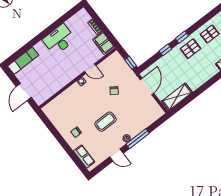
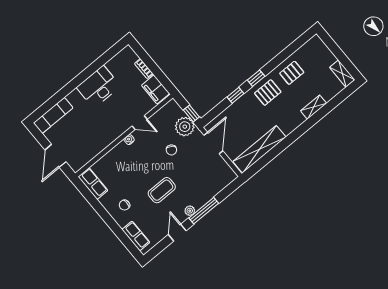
plant: (125, 73) -> (185, 127), added
shelving: (177, 97) -> (259, 149), width x1.47
row of seats: (52, 115) -> (93, 184), added
door: (116, 155) -> (177, 233), swing flipped

